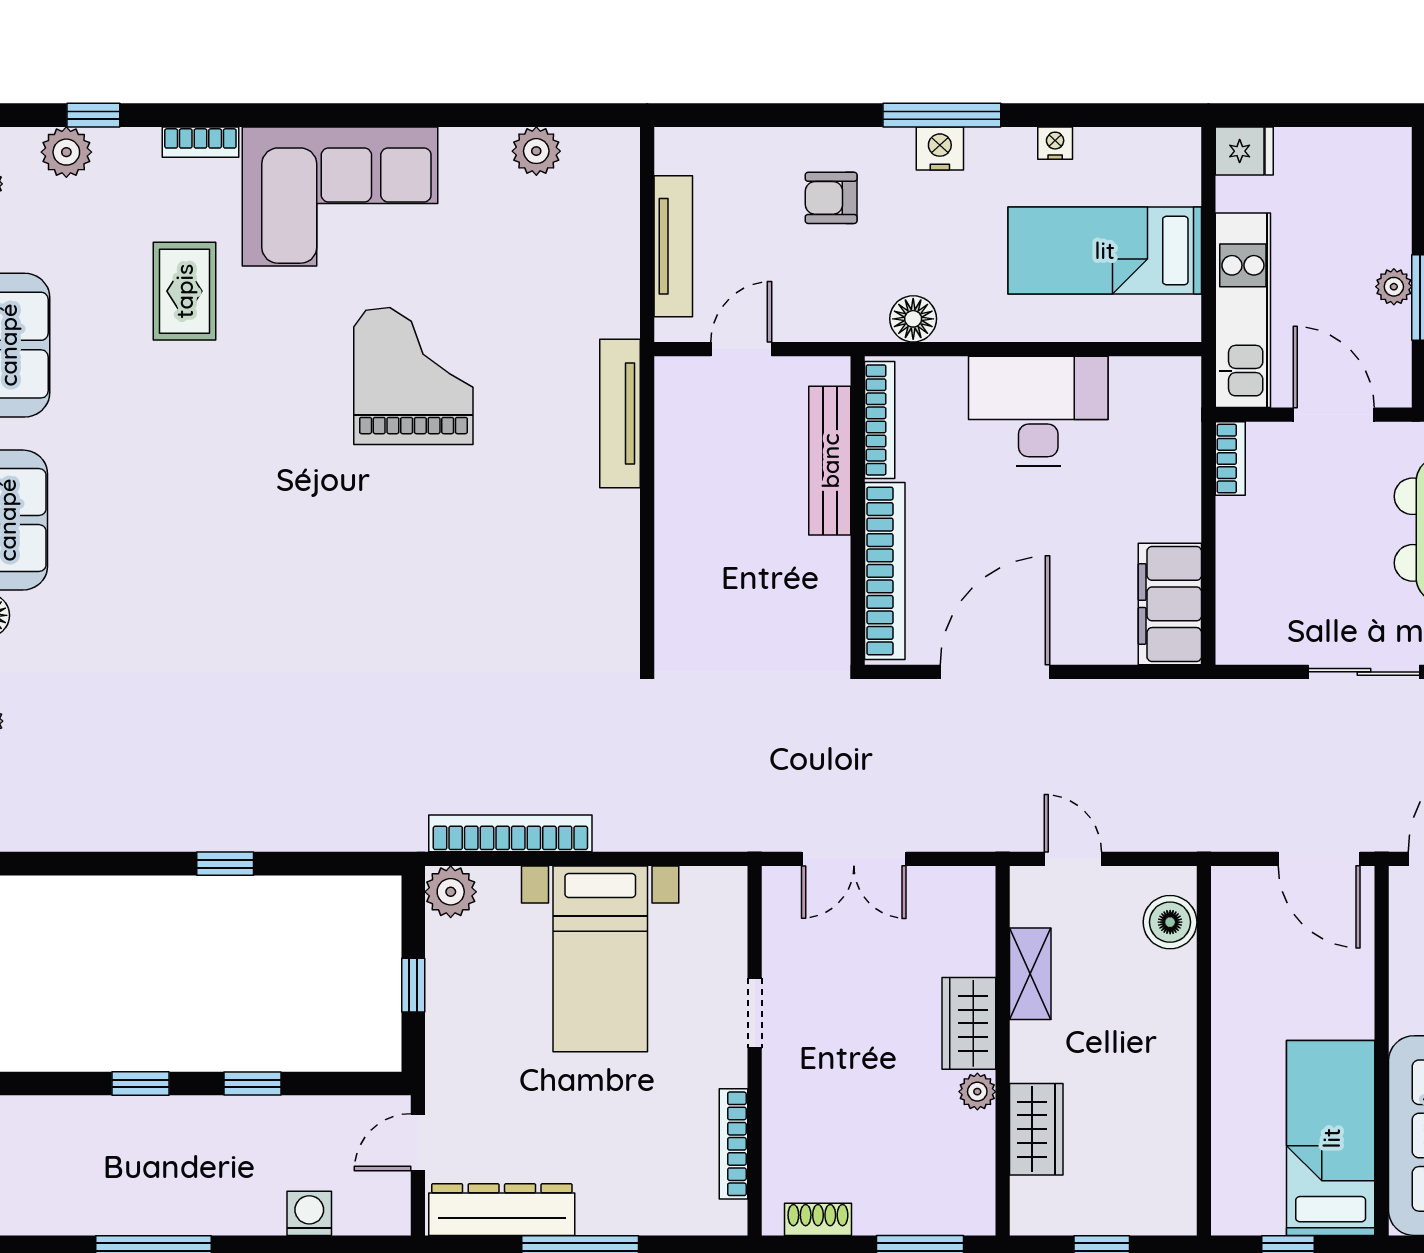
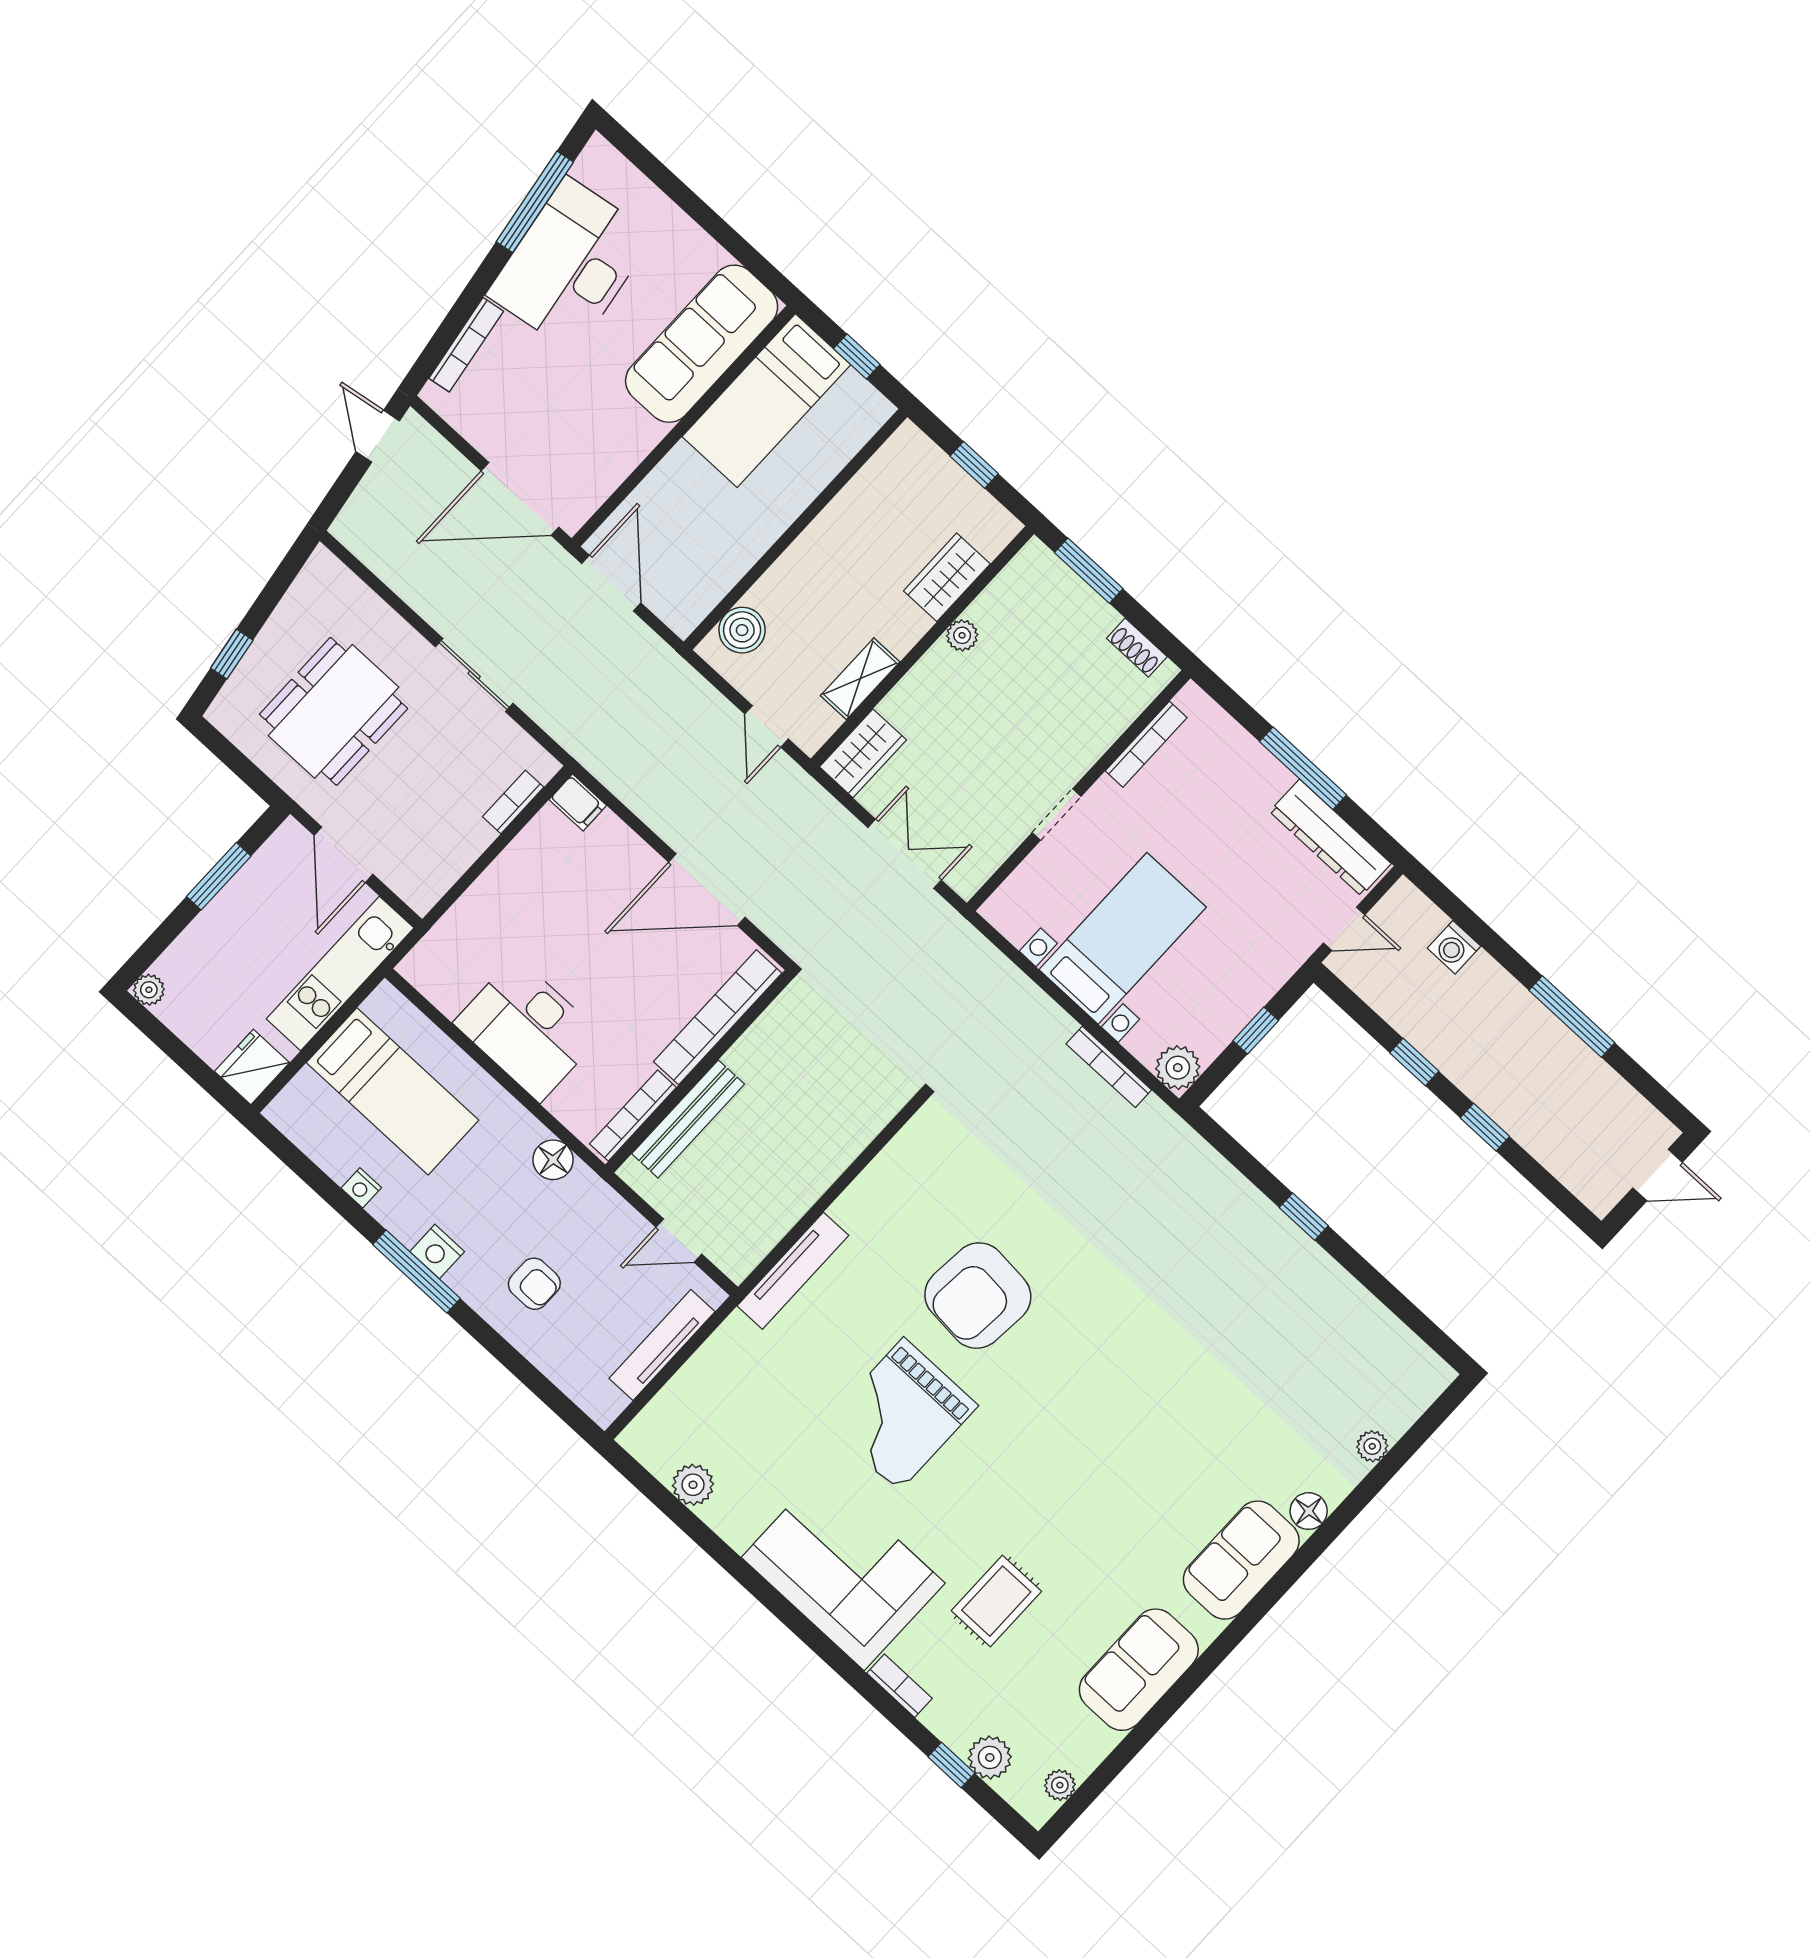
fridge: (1244, 151) -> (252, 1067), width x1.38
plant: (1394, 287) -> (149, 990), moved
bookcase: (1230, 459) -> (513, 802), moved
armchair: (442, 538) -> (978, 1296), added
filing cabinet: (1170, 604) -> (578, 803), width x0.33, depth x0.86
bookcase: (510, 833) -> (1109, 1067), width x0.68, depth x0.76
wardrobe: (969, 1023) -> (863, 753), moved

